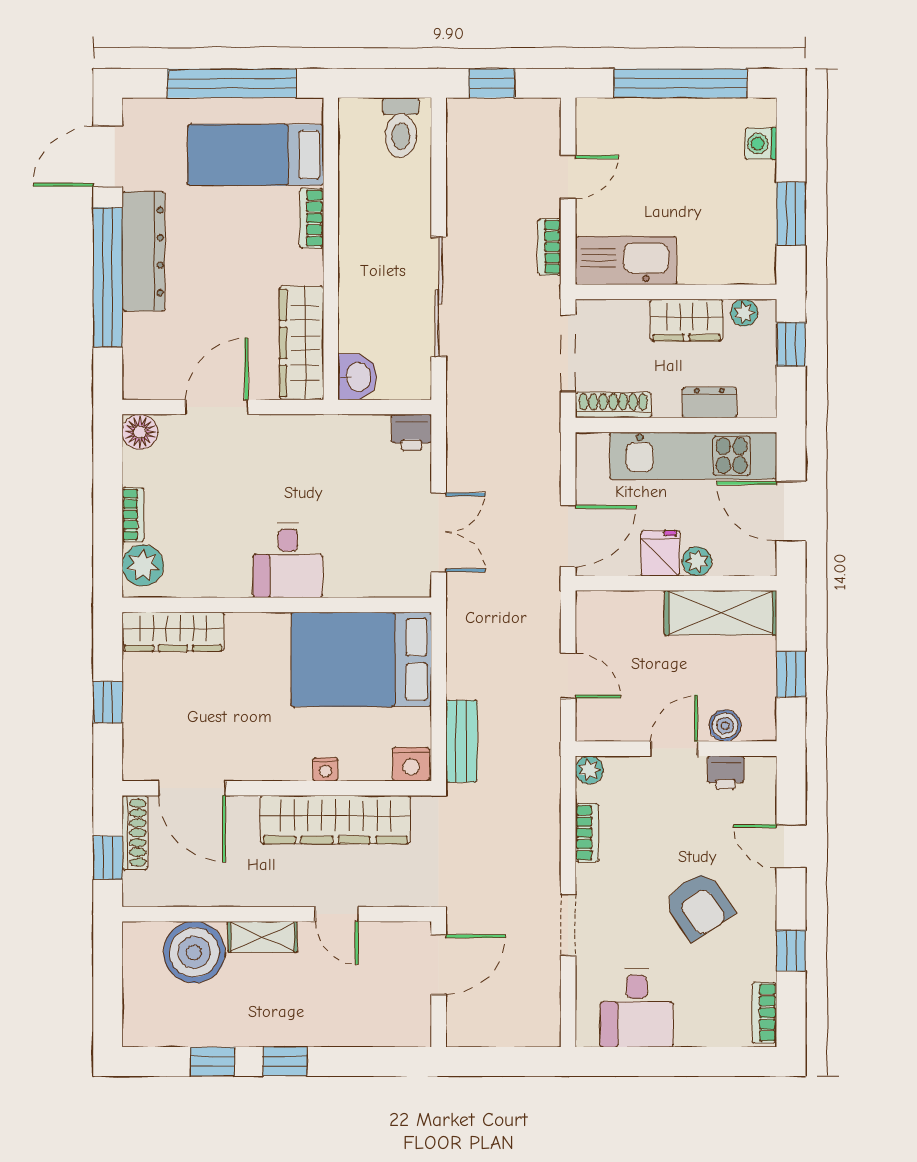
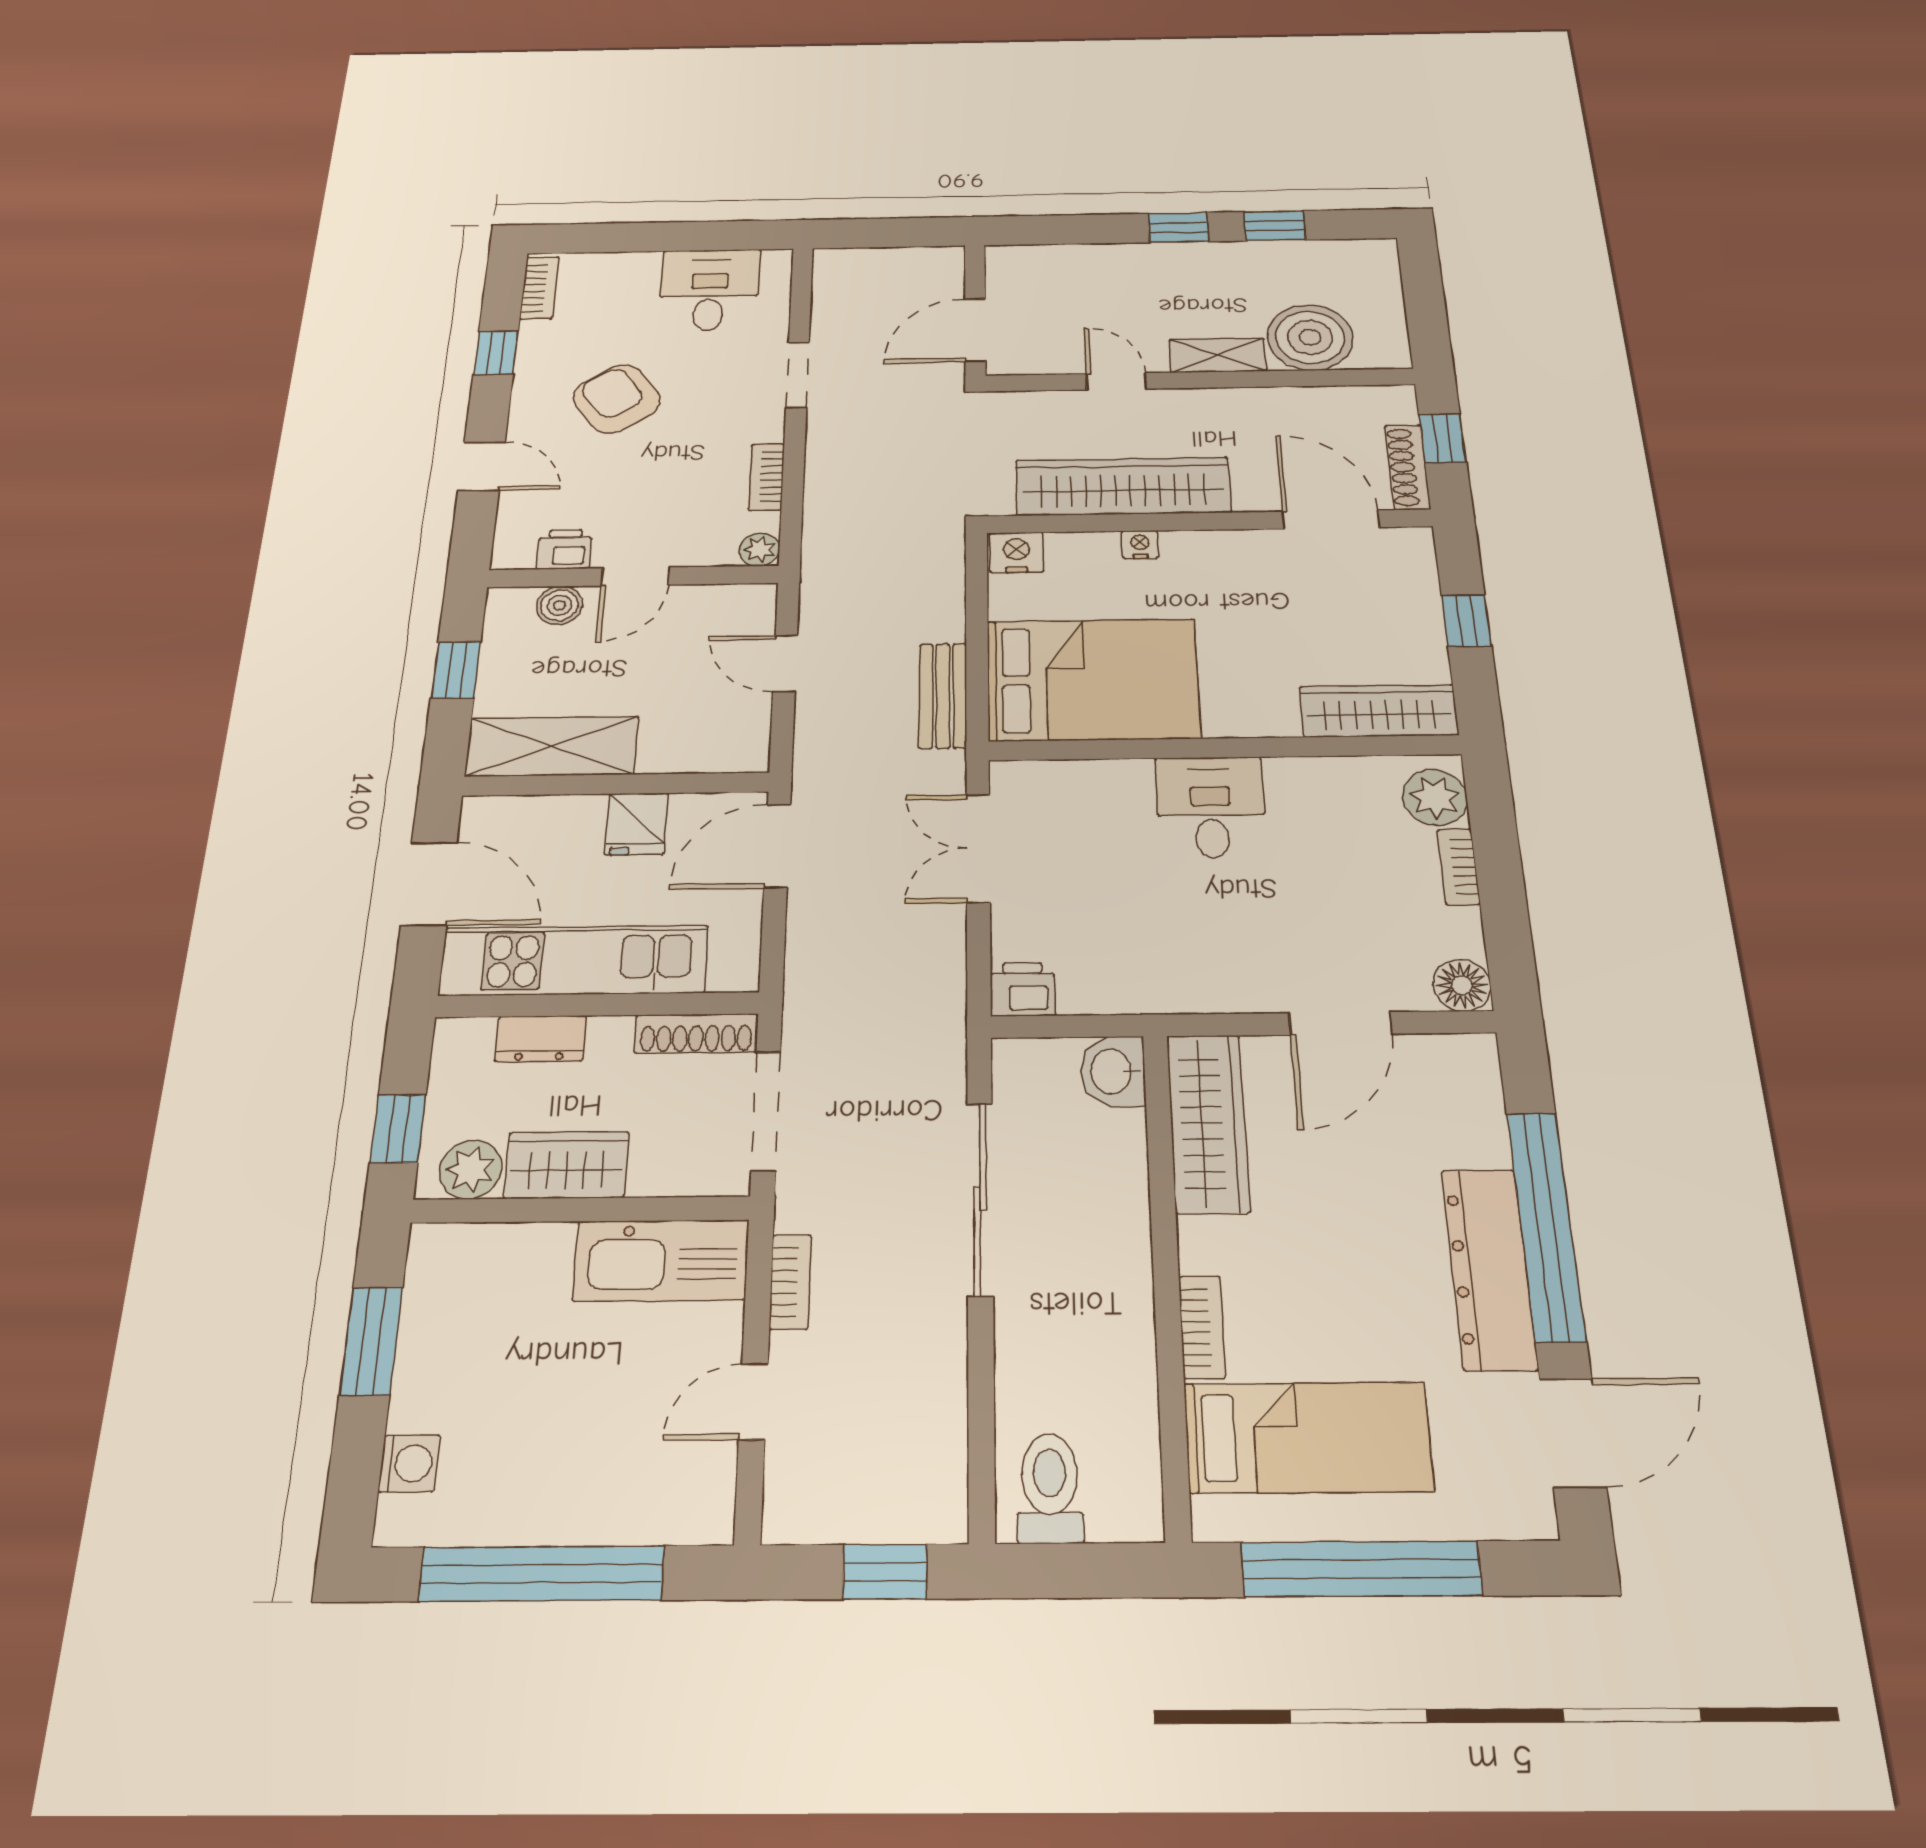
plant: (744, 313) -> (470, 1169), width x1.38, depth x1.38
plant: (697, 561) -> (581, 814), removed
bench: (462, 741) -> (943, 696), moved

